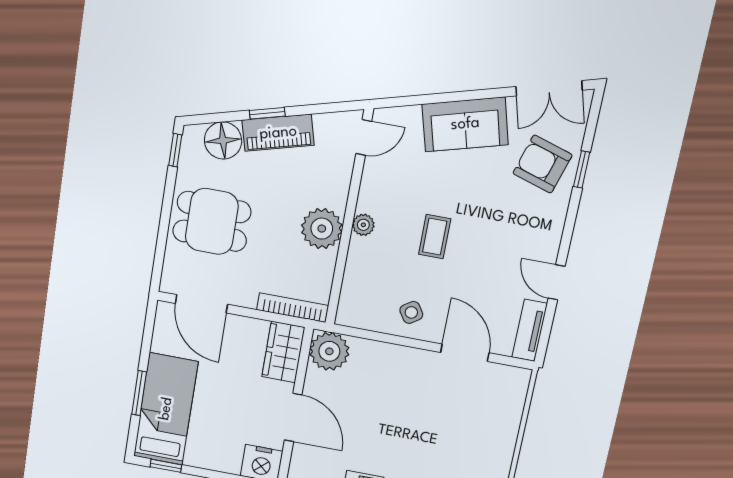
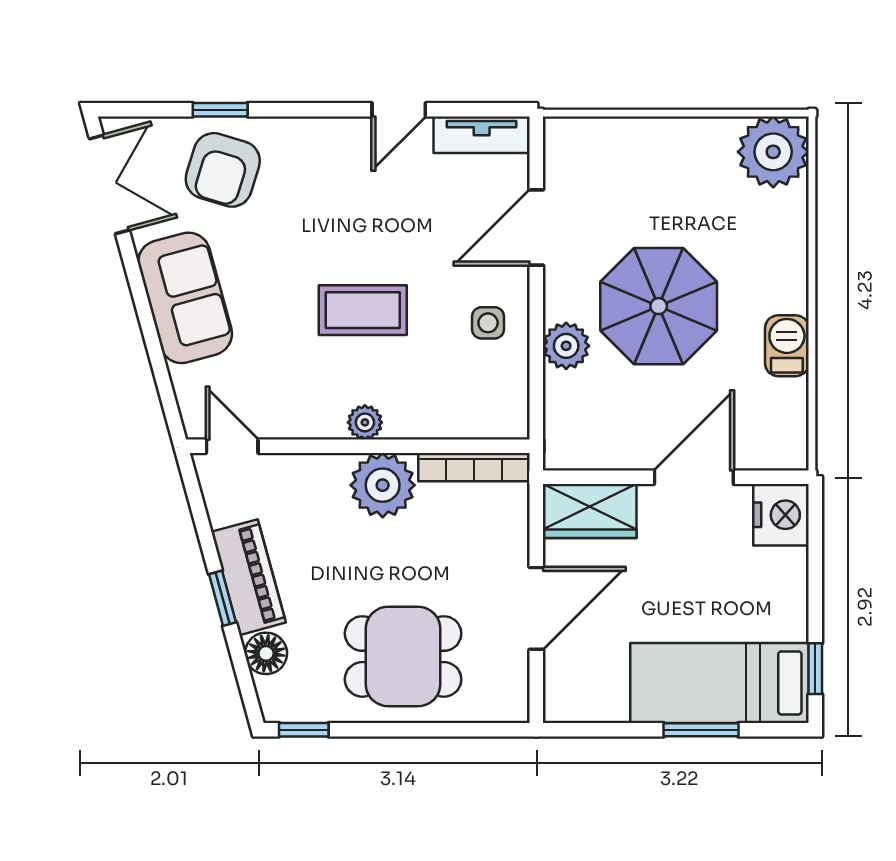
floor lamp: (223, 141) -> (266, 653), width x0.73, depth x0.73
dining table: (212, 221) -> (403, 656), turned 90
coffee table: (435, 237) -> (363, 310), width x1.36, depth x1.30
door: (201, 304) -> (536, 608), moved
bookcase: (293, 308) -> (474, 467), moved, turned -90
side table: (411, 312) -> (488, 323), turned 34
plant: (329, 351) -> (566, 346), moved, width x0.73, depth x0.73
parasol: (402, 416) -> (659, 306), added

